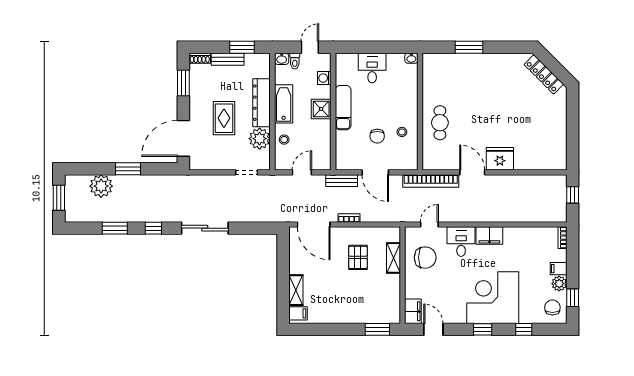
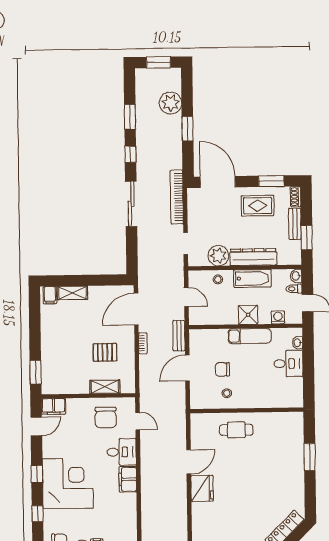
washbasin: (411, 58) -> (298, 343), moved
rug: (224, 118) -> (258, 206), moved
bookcase: (431, 181) -> (177, 197), moved

